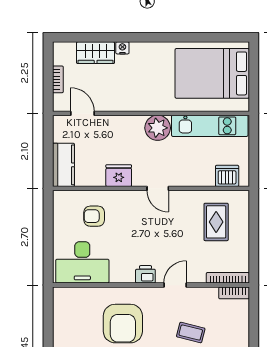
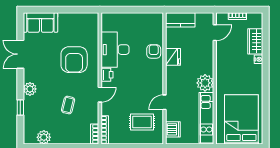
door: (158, 188) -> (164, 102), moved
armchair: (94, 216) -> (154, 51), moved
desk: (82, 262) -> (115, 50), moved
door: (175, 285) -> (100, 95), hinge flipped
armchair: (123, 324) -> (74, 60), turned -90

